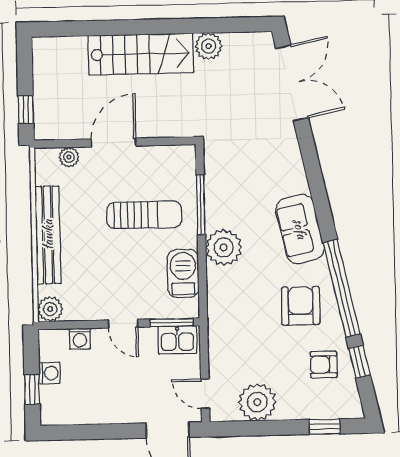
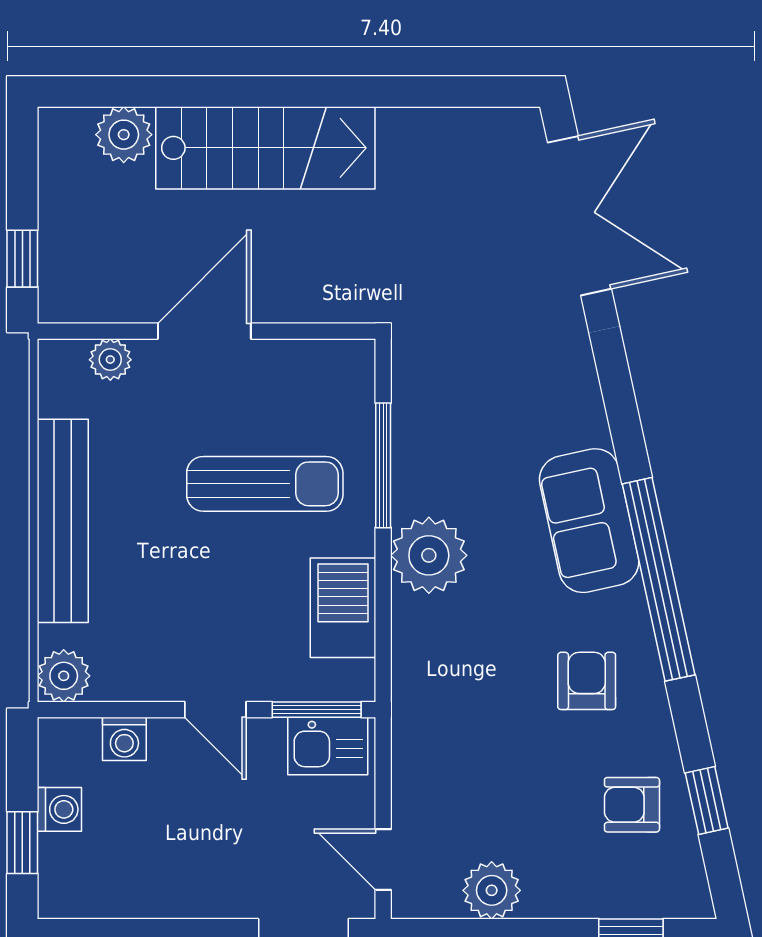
plant: (209, 46) -> (124, 135), moved
window: (342, 288) -> (659, 579), moved
armchair: (301, 306) -> (587, 681), width x0.72, depth x0.72
plant: (257, 402) -> (492, 890), width x0.73, depth x0.73

